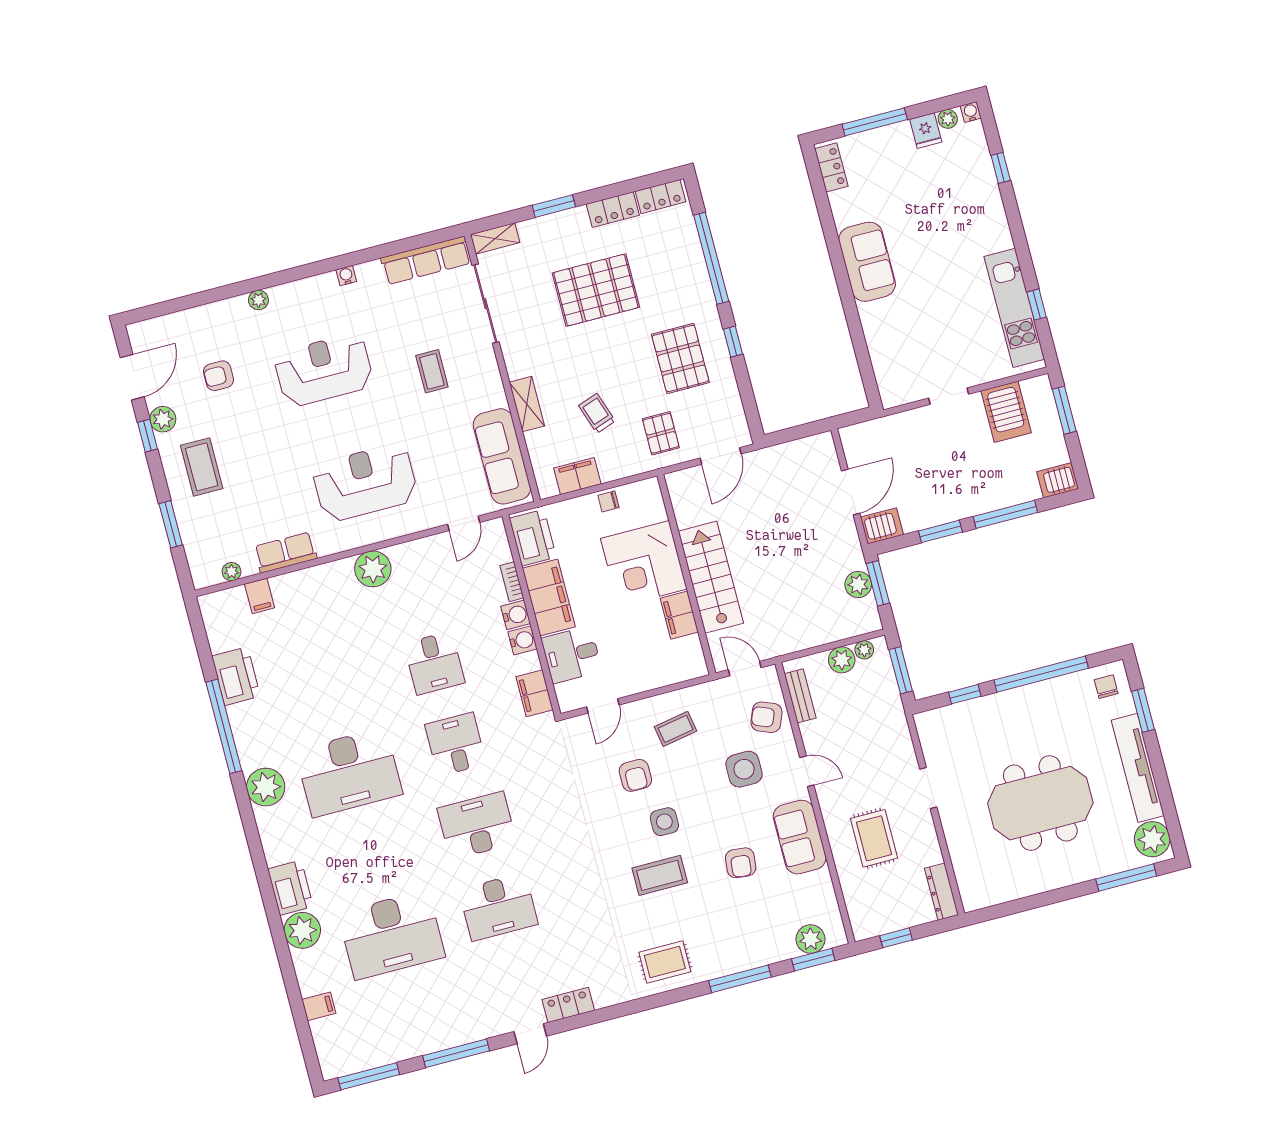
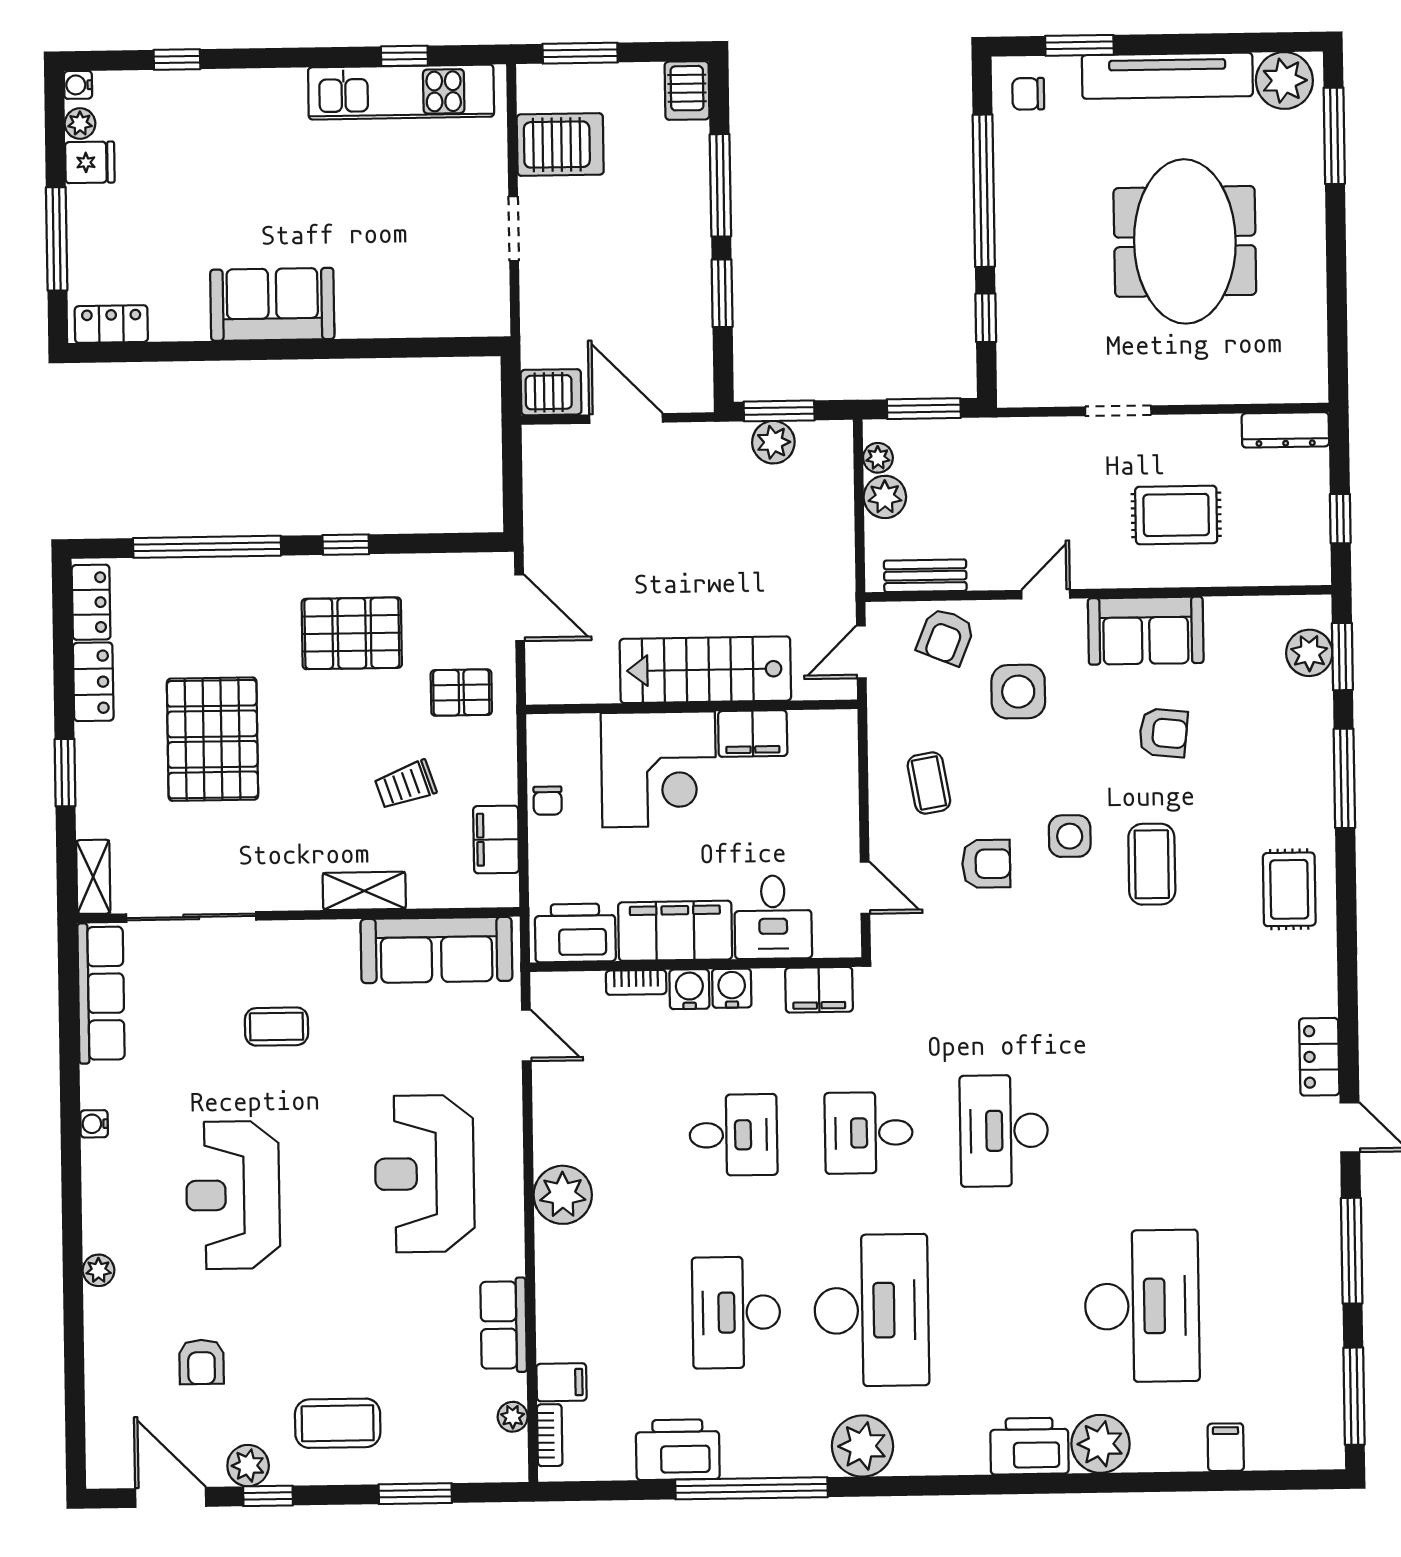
server rack: (882, 526) -> (551, 392), moved, turned 90
bookcase: (226, 597) -> (550, 1435), added
desk: (498, 907) -> (736, 1312), moved, turned 180

